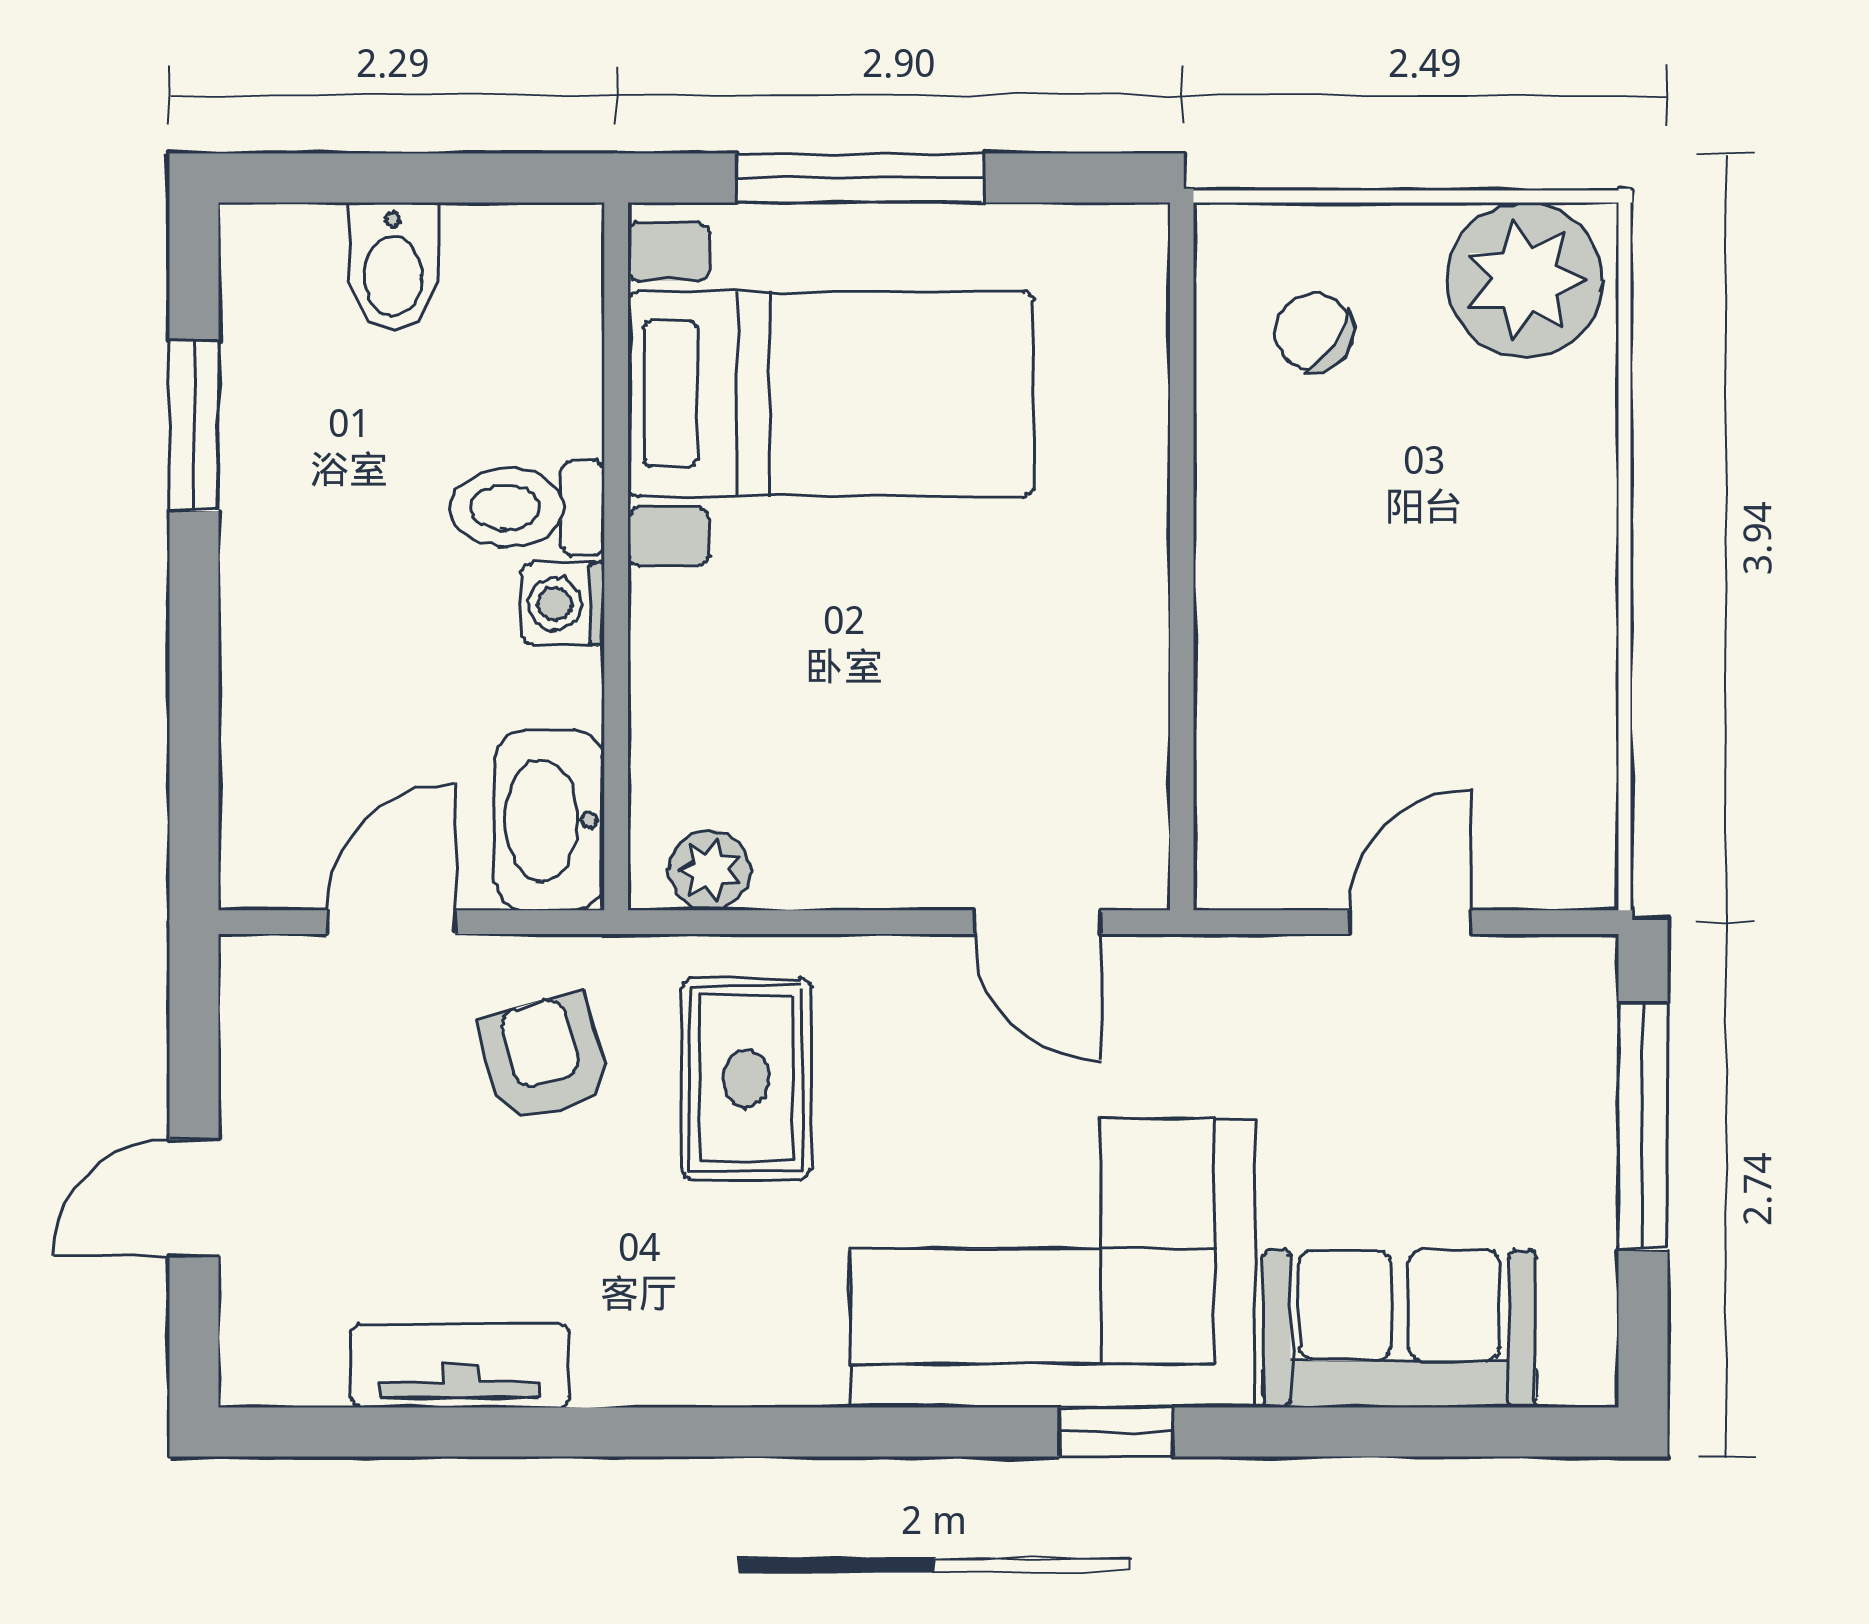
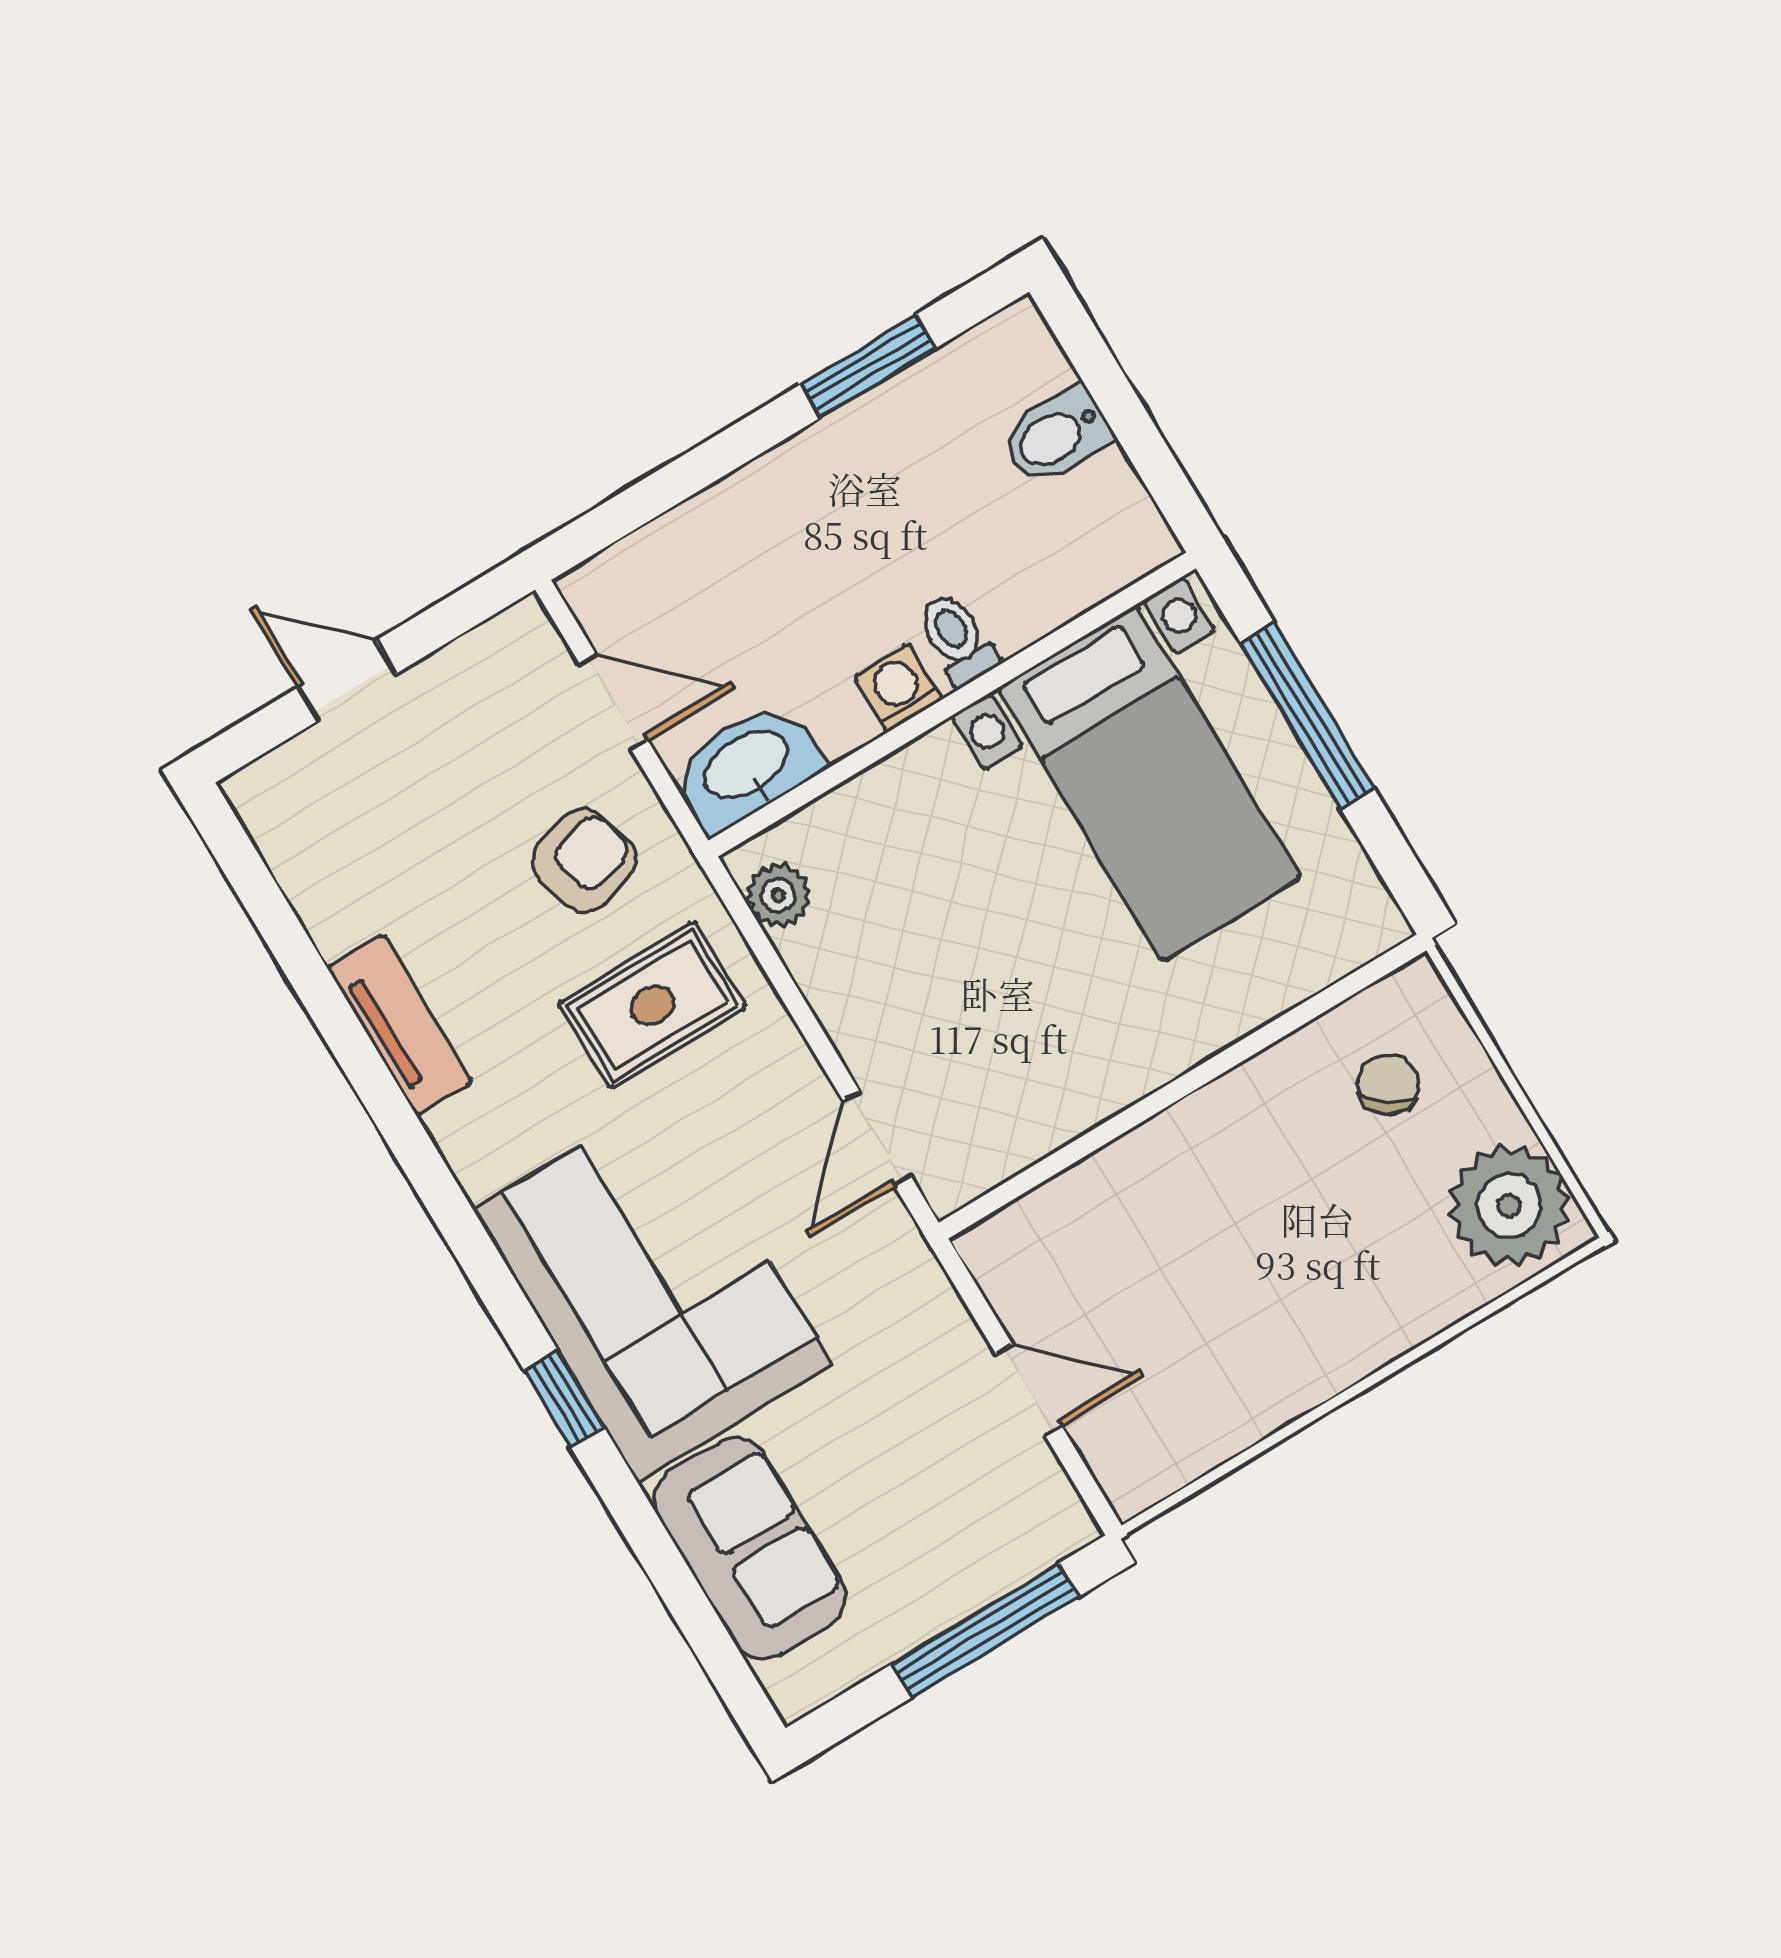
toilet: (527, 508) -> (957, 639), width x0.73, depth x0.72
tv unit: (460, 1366) -> (400, 1025), moved

